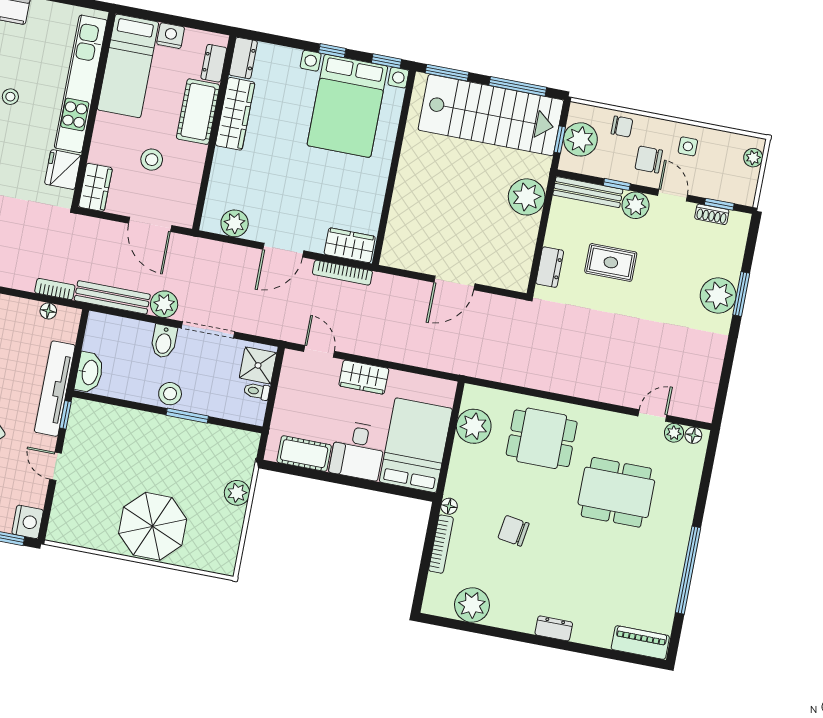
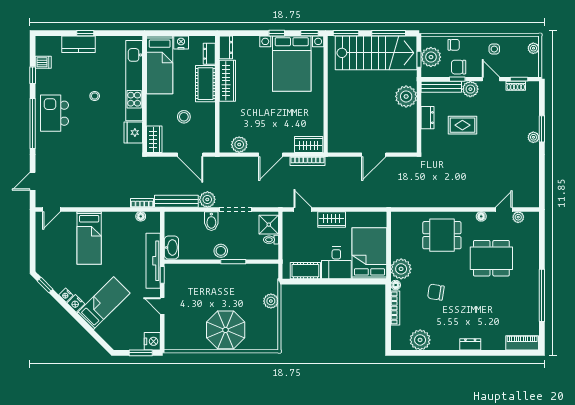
chair: (649, 160) -> (459, 67), moved
dresser: (550, 267) -> (427, 118), moved
plant: (718, 296) -> (533, 137), width x0.53, depth x0.53
plant: (474, 426) -> (401, 269), moved
floor lamp: (693, 435) -> (481, 216), moved

